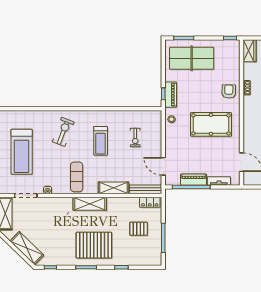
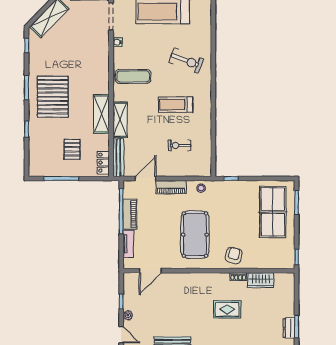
wardrobe: (250, 51) -> (261, 280), moved
armchair: (229, 91) -> (234, 256), turned -77
piano: (171, 95) -> (171, 187), moved
shelving: (90, 204) -> (101, 114), moved

